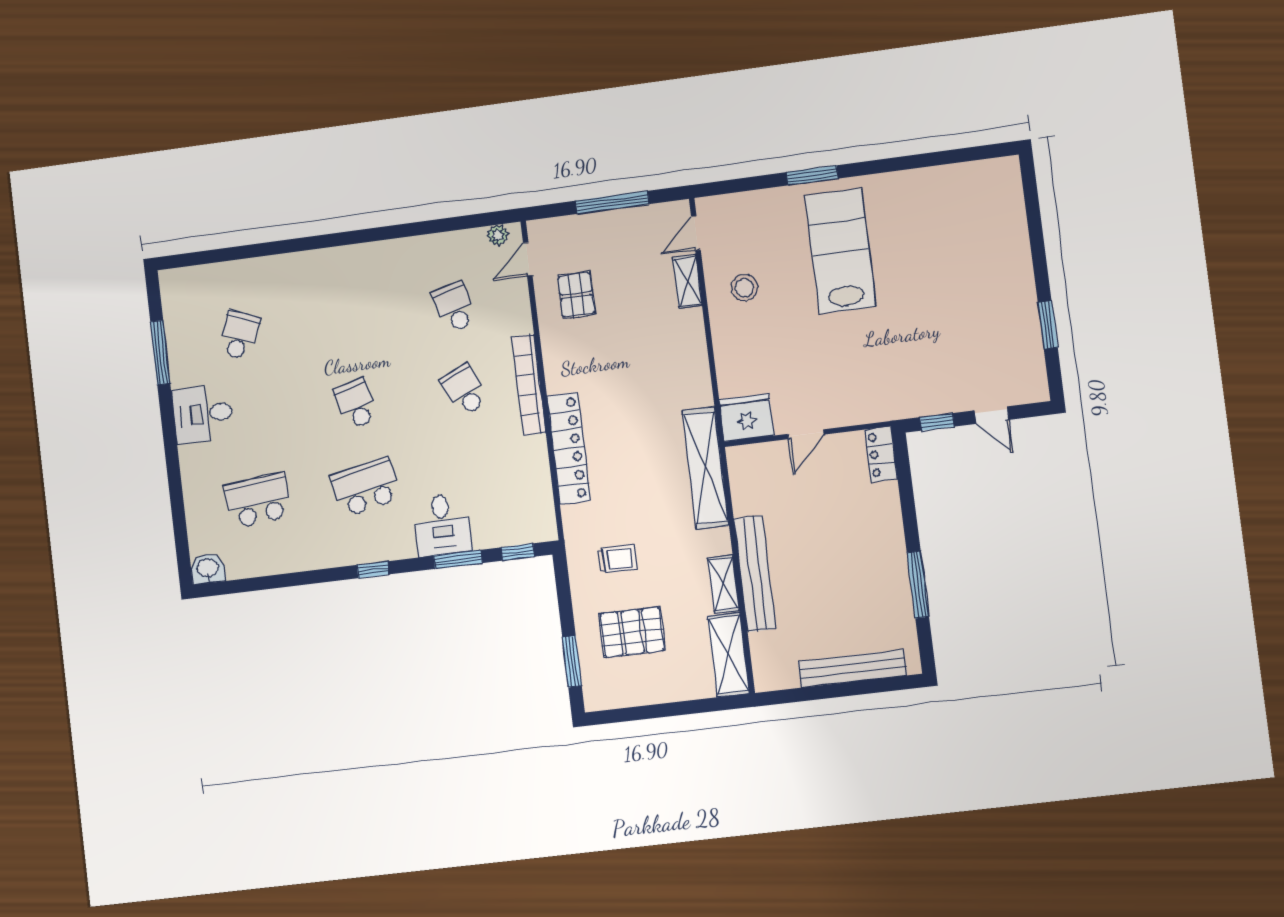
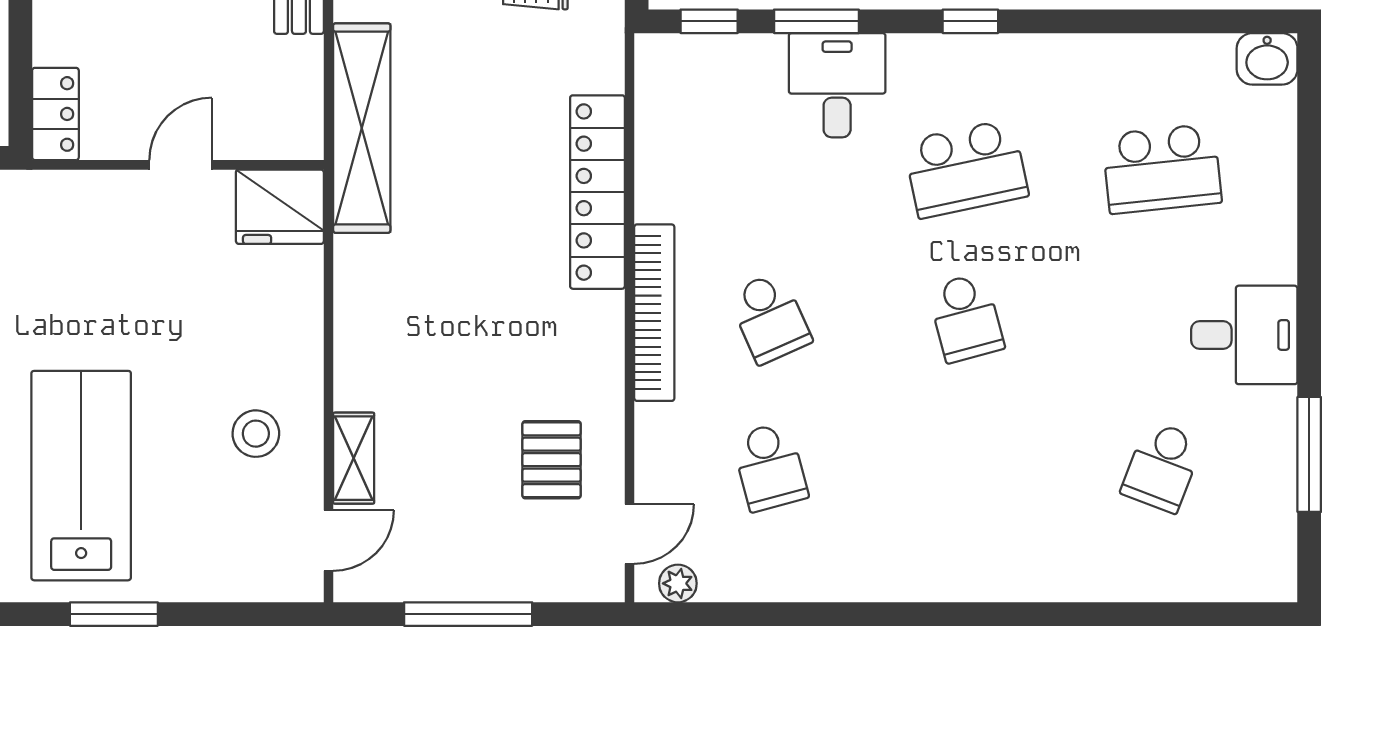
lab bench: (841, 251) -> (81, 476), turned 180

